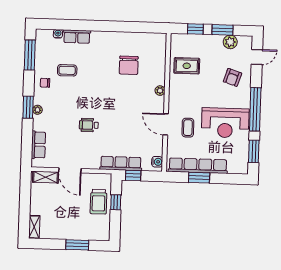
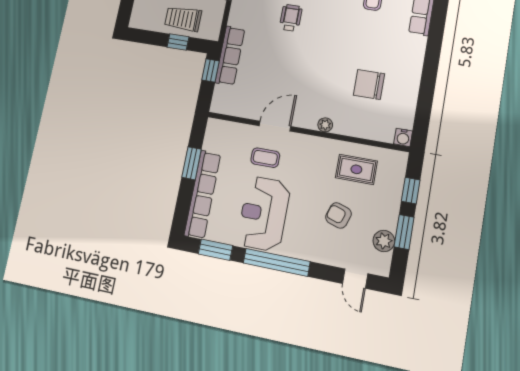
rug: (187, 66) -> (356, 169), turned 90
armchair: (232, 77) -> (338, 215), moved
water cooler: (157, 162) -> (403, 137), moved
row of seats: (198, 166) -> (202, 194), moved

